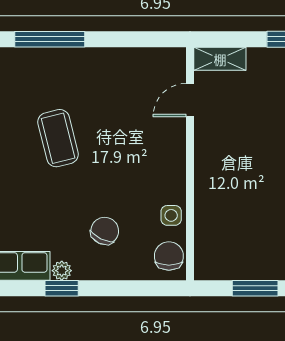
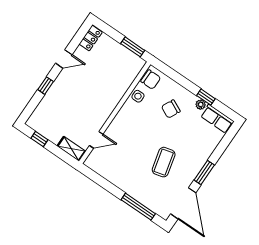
chair: (169, 256) -> (151, 80), turned -90
window: (255, 288) -> (133, 47), moved

